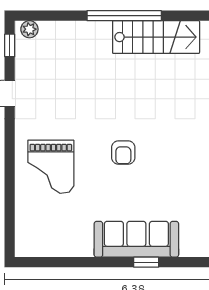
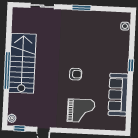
stairs: (156, 37) -> (22, 63), width x1.36, depth x1.51
sofa: (136, 239) -> (118, 95), moved

